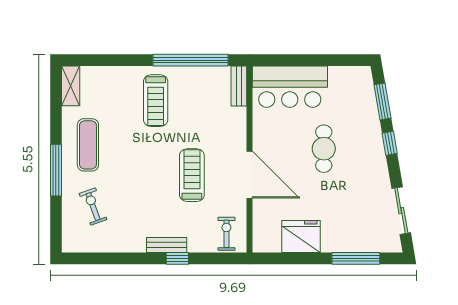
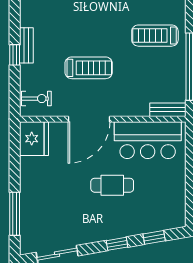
bar counter: (290, 87) -> (148, 140), moved, turned -90
window: (382, 101) -> (154, 237), width x0.67
fridge: (301, 237) -> (34, 139), moved

